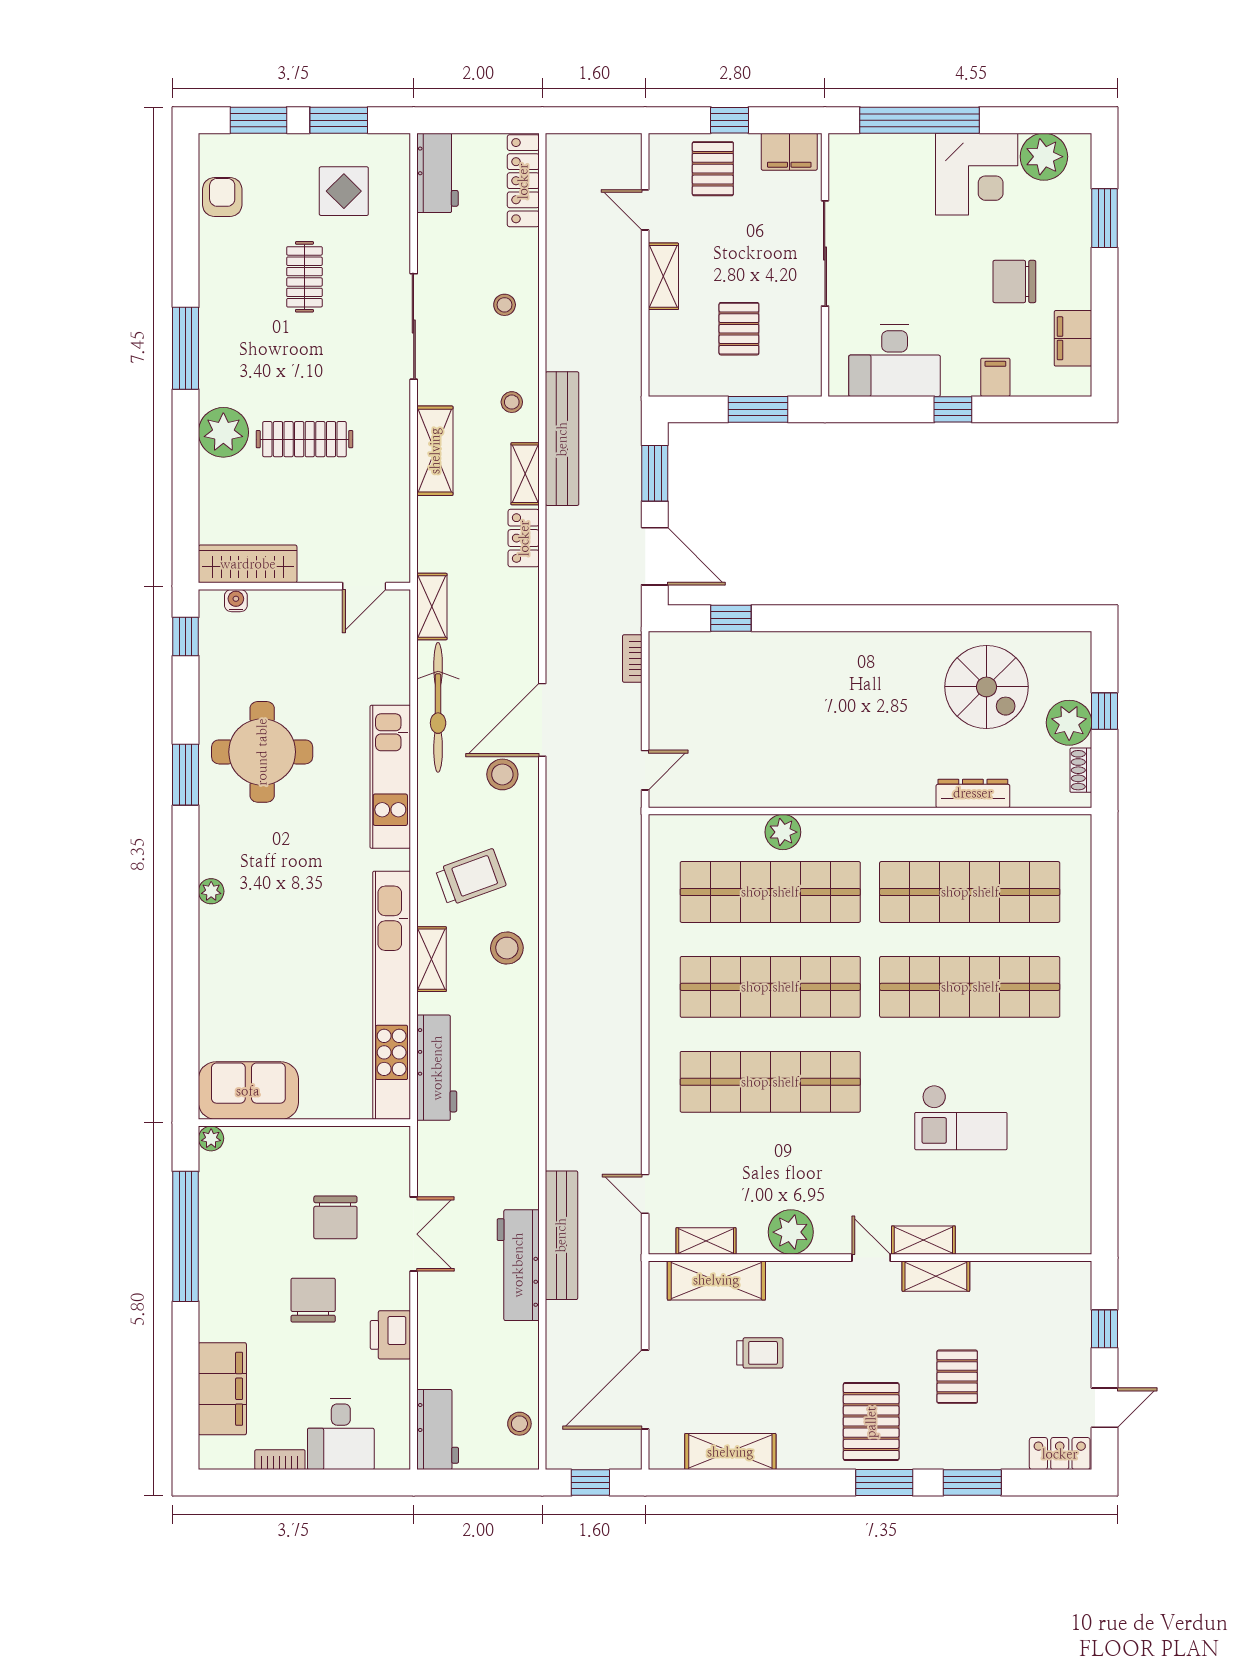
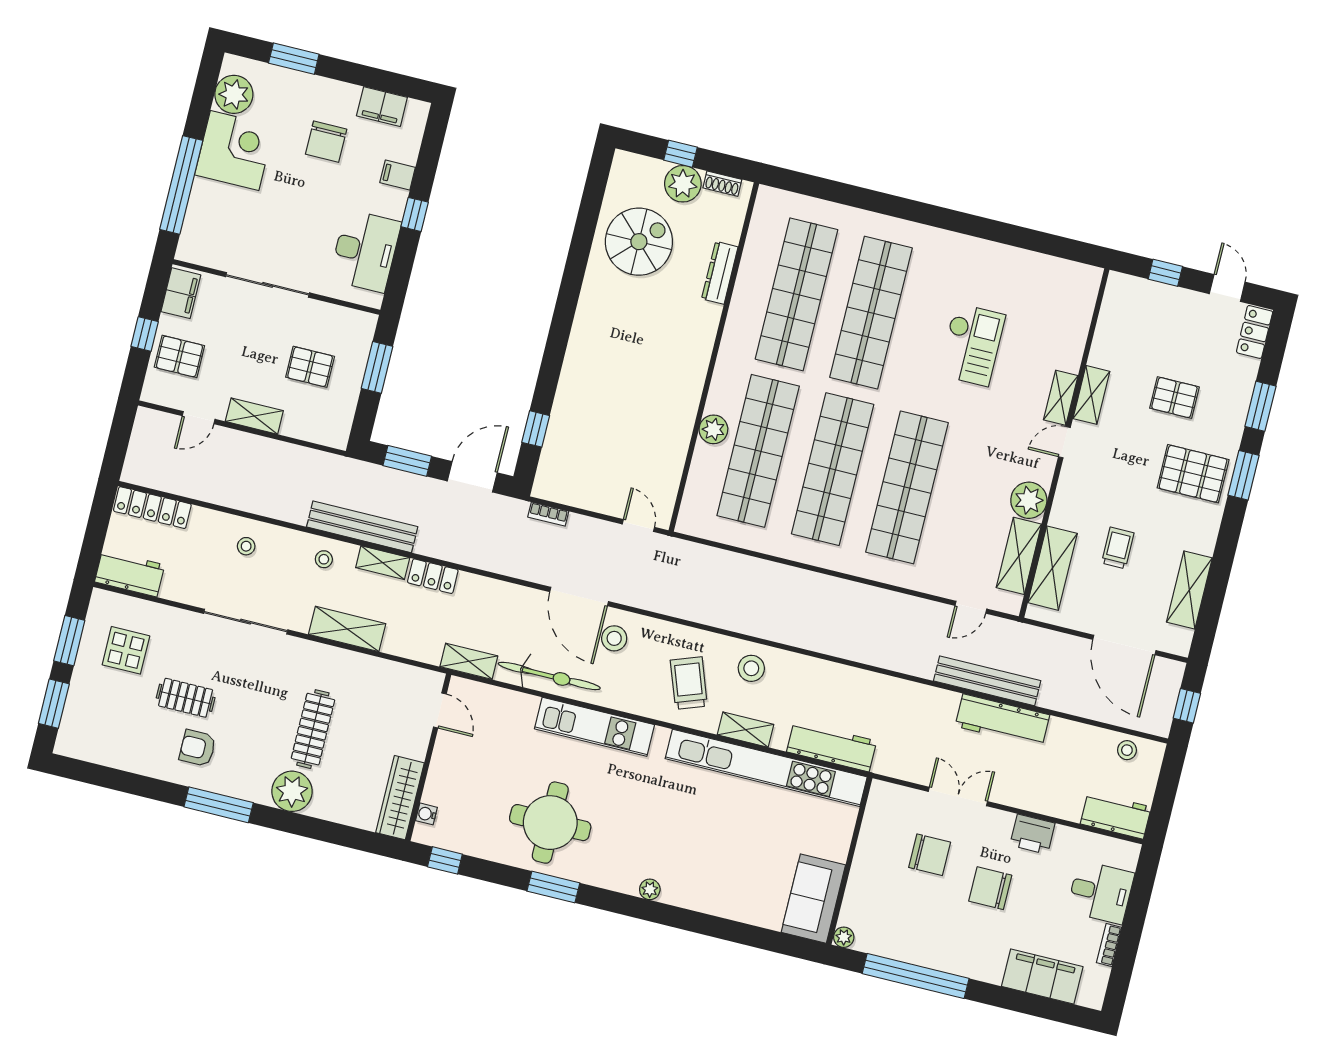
armchair: (222, 197) -> (198, 748), moved
shelving: (706, 1241) -> (1019, 556), width x1.50, depth x1.33

